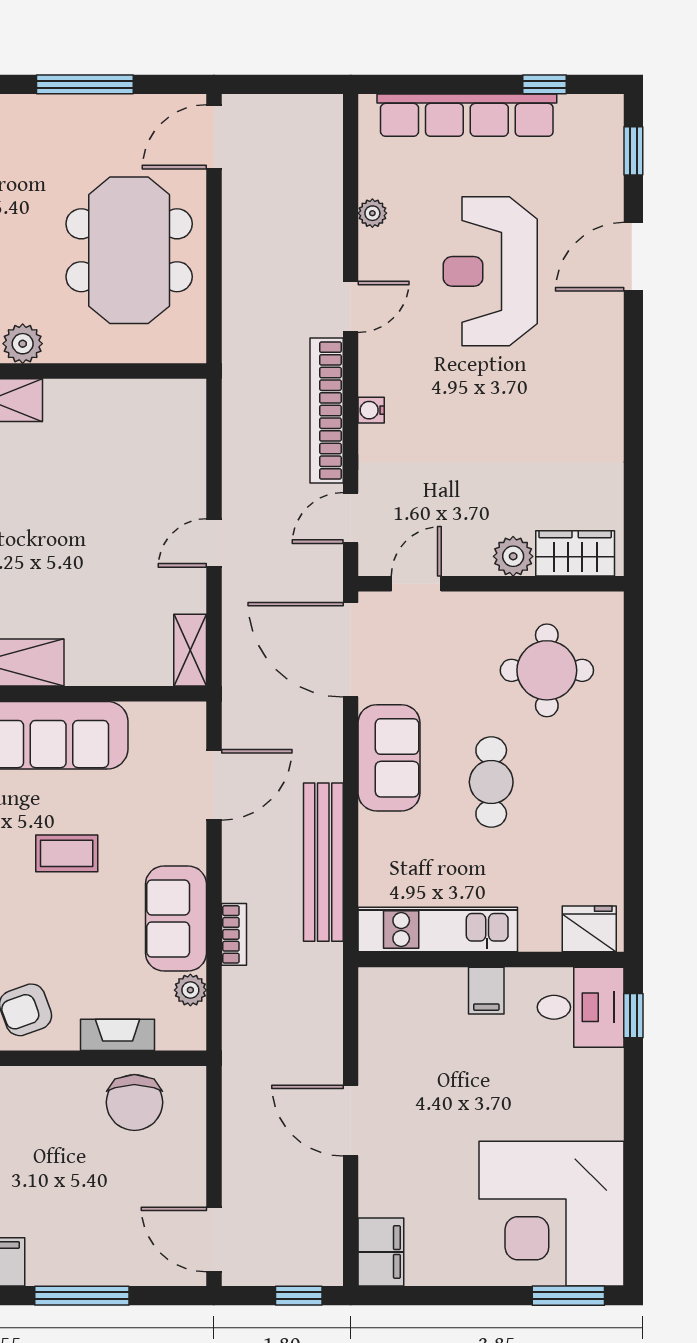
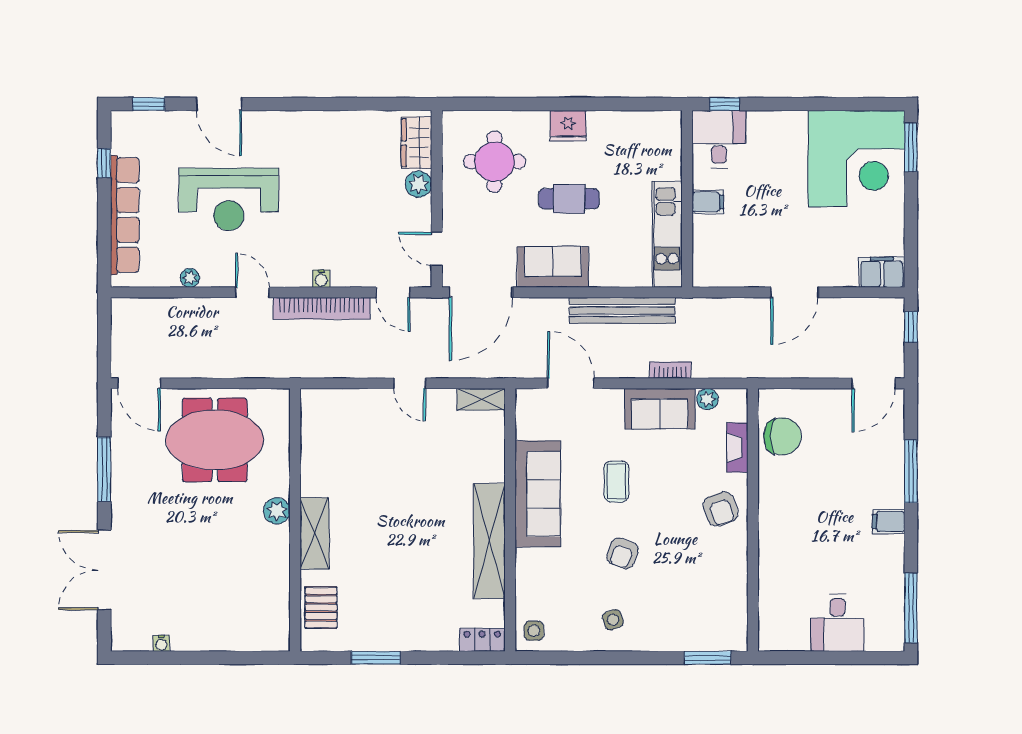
fridge: (589, 929) -> (568, 126), moved, turned -90

